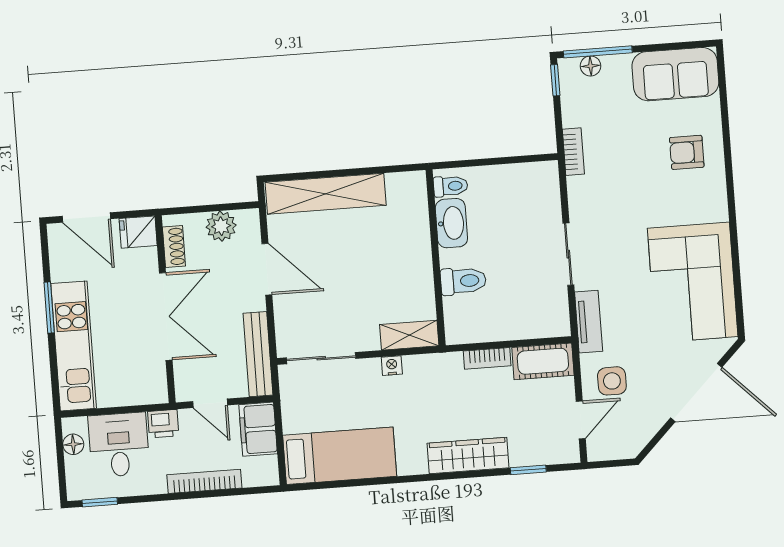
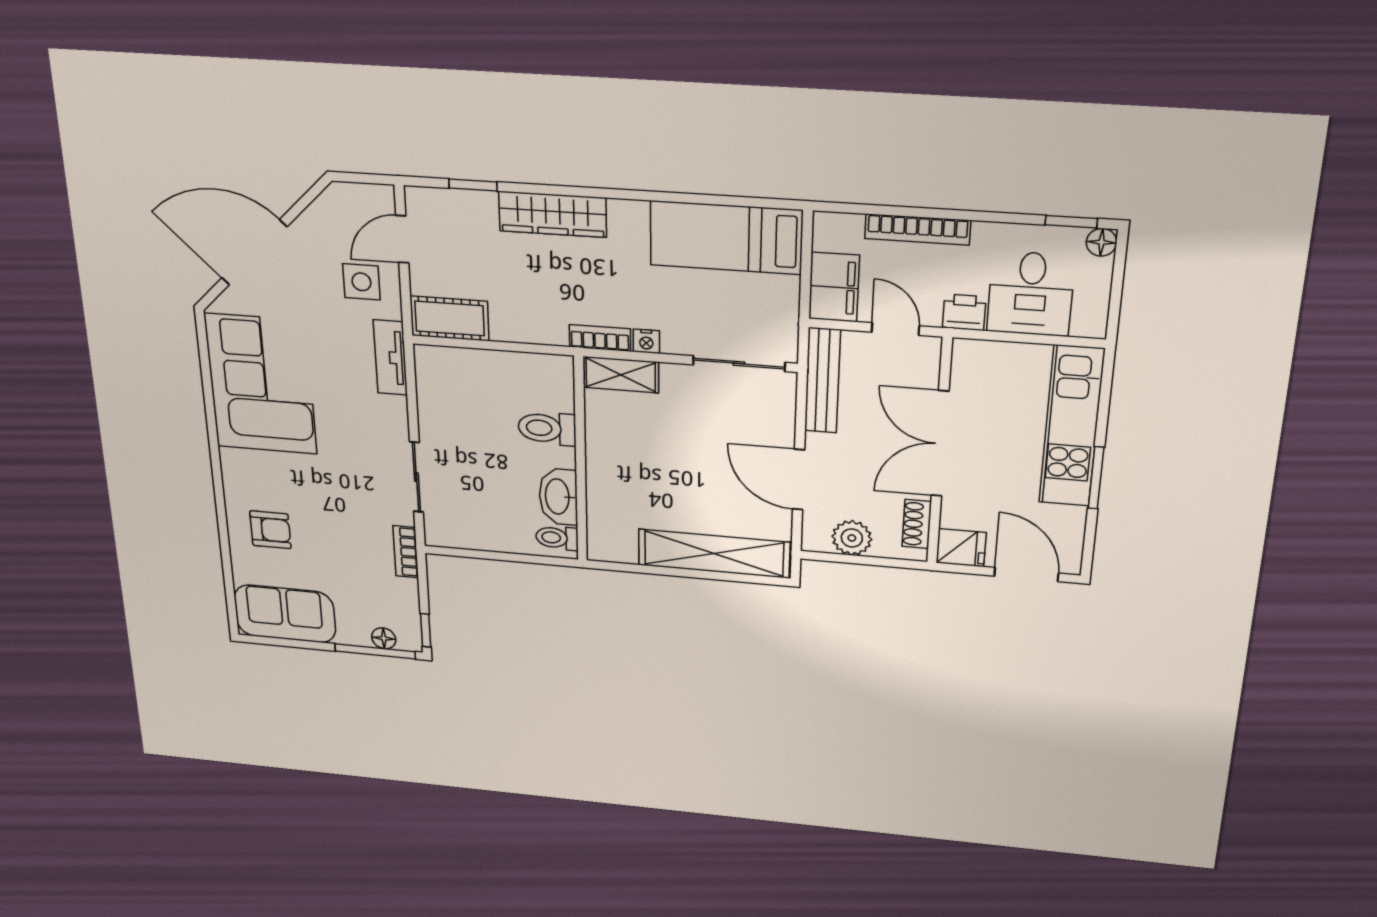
sliding door: (568, 254) -> (416, 477), moved
bookcase: (487, 358) -> (600, 338), moved
floor lamp: (73, 444) -> (1101, 242), moved

